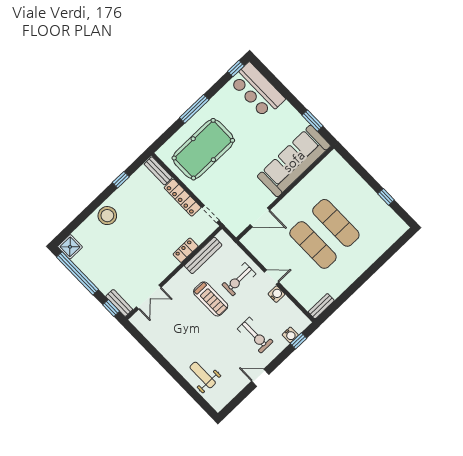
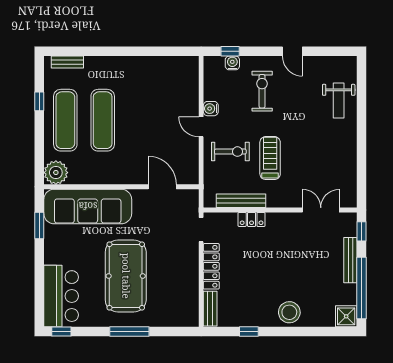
pool table: (203, 149) -> (126, 276), moved, turned 90
plant: (334, 163) -> (56, 173), added
exercise mat: (313, 245) -> (65, 120), moved
bench: (119, 303) -> (350, 260), moved, width x1.36
bench: (321, 306) -> (67, 62), moved

